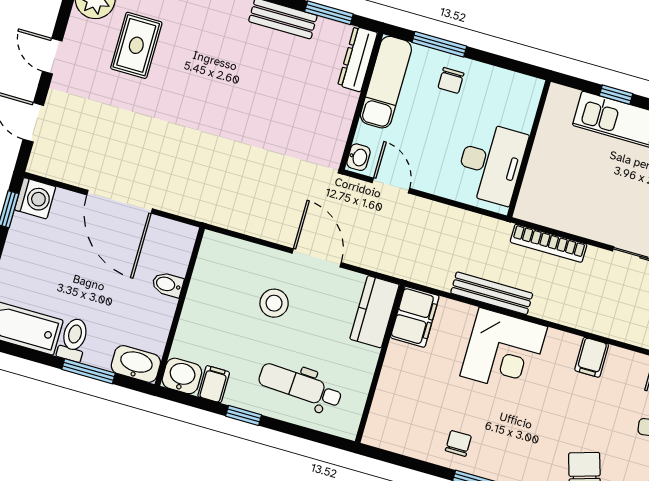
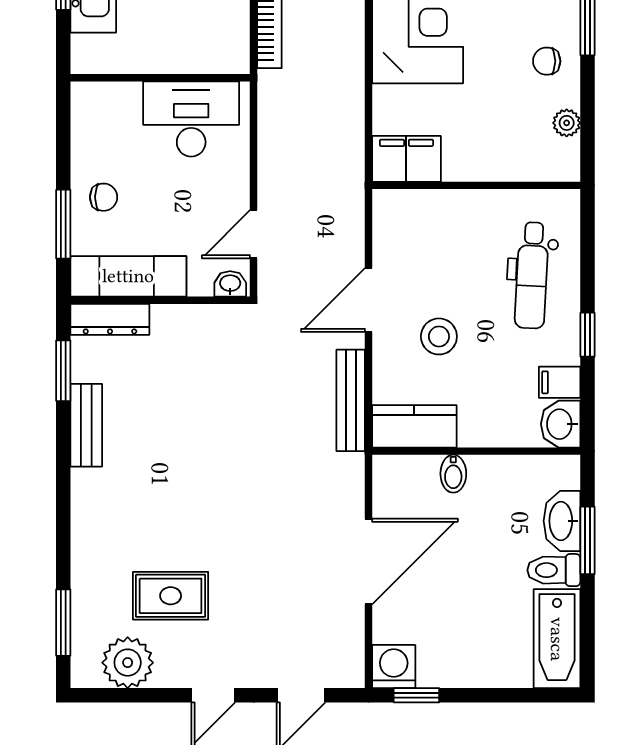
bench: (492, 293) -> (351, 400), moved
kitchen counter: (374, 312) -> (414, 426), moved, turned 180
washbasin: (136, 364) -> (562, 521), moved
plant: (408, 445) -> (567, 123), added

